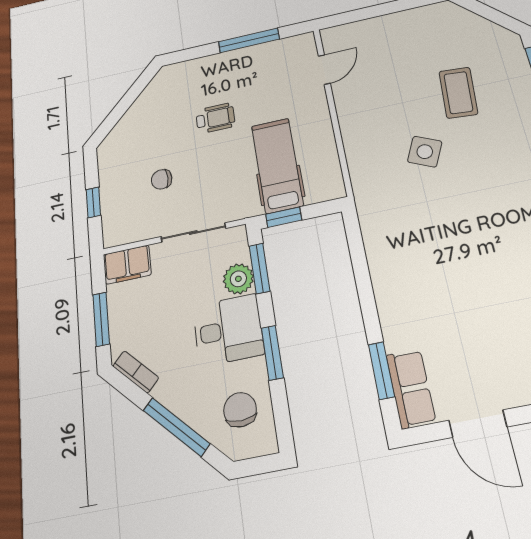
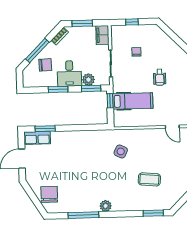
side table: (425, 152) -> (121, 151), moved
chair: (240, 410) -> (45, 65), moved

